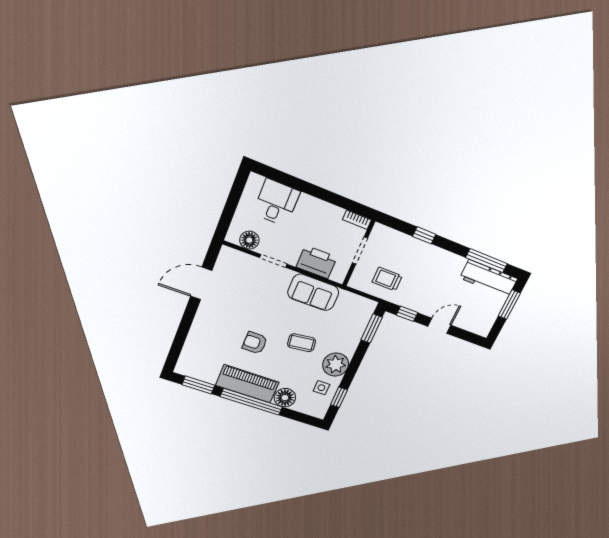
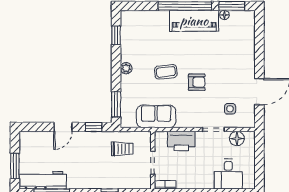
sofa: (313, 292) -> (156, 116), moved
armchair: (255, 343) -> (197, 82), moved
plant: (336, 365) -> (126, 68), width x0.53, depth x0.53
side table: (321, 388) -> (230, 109), moved
floor lamp: (285, 398) -> (224, 15), moved, width x0.53, depth x0.53

